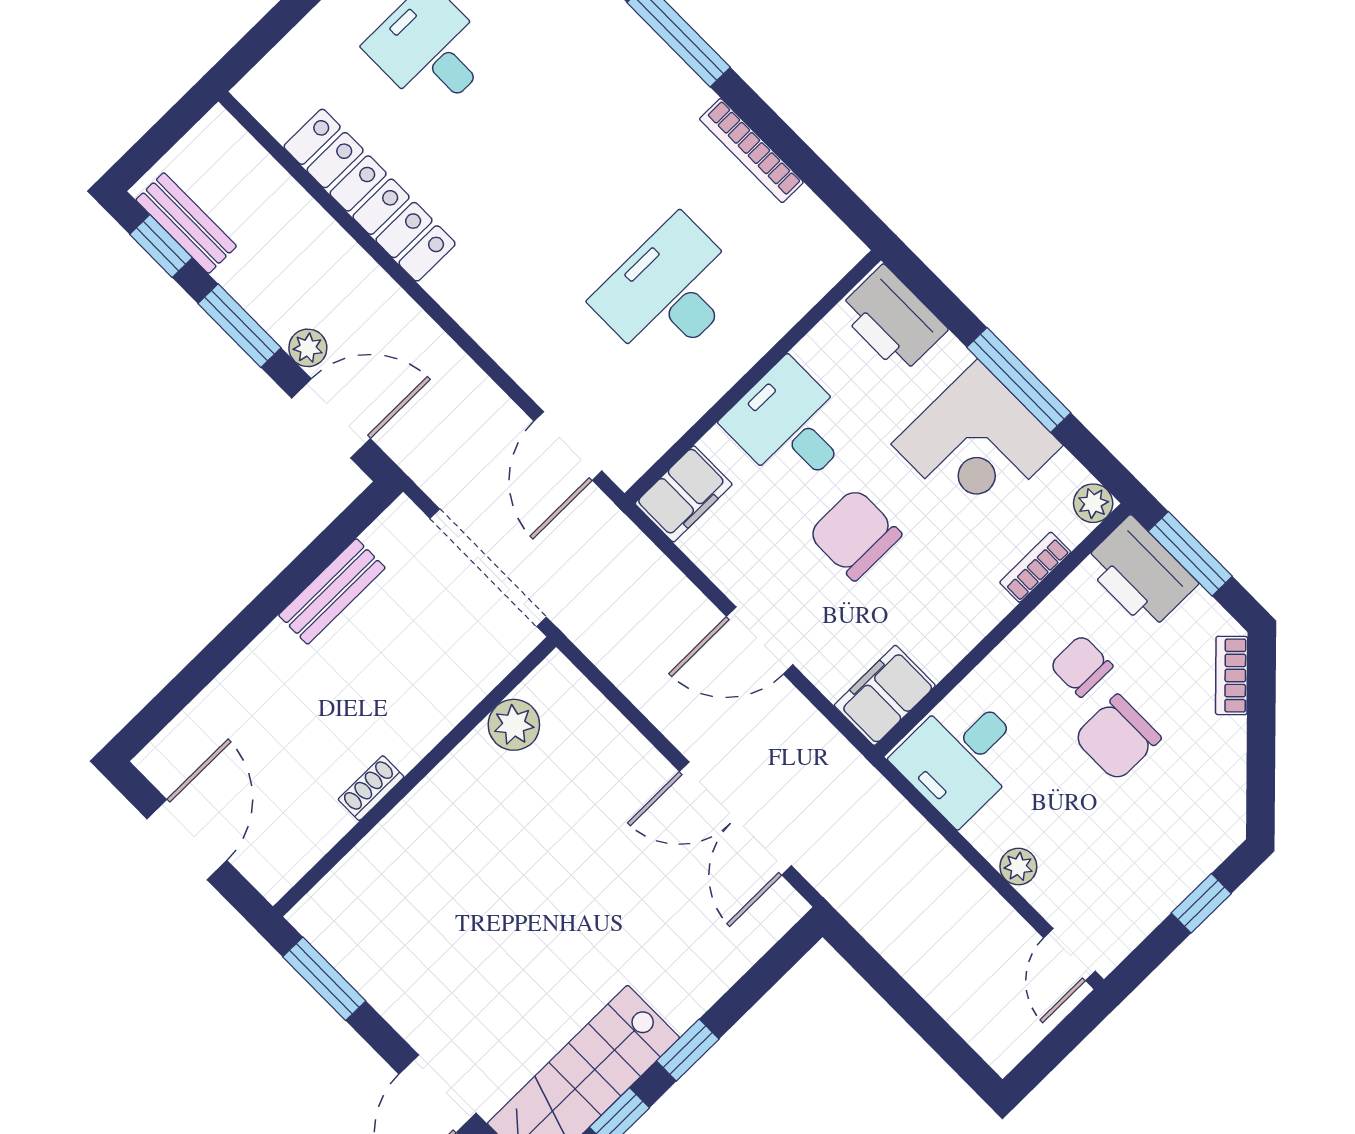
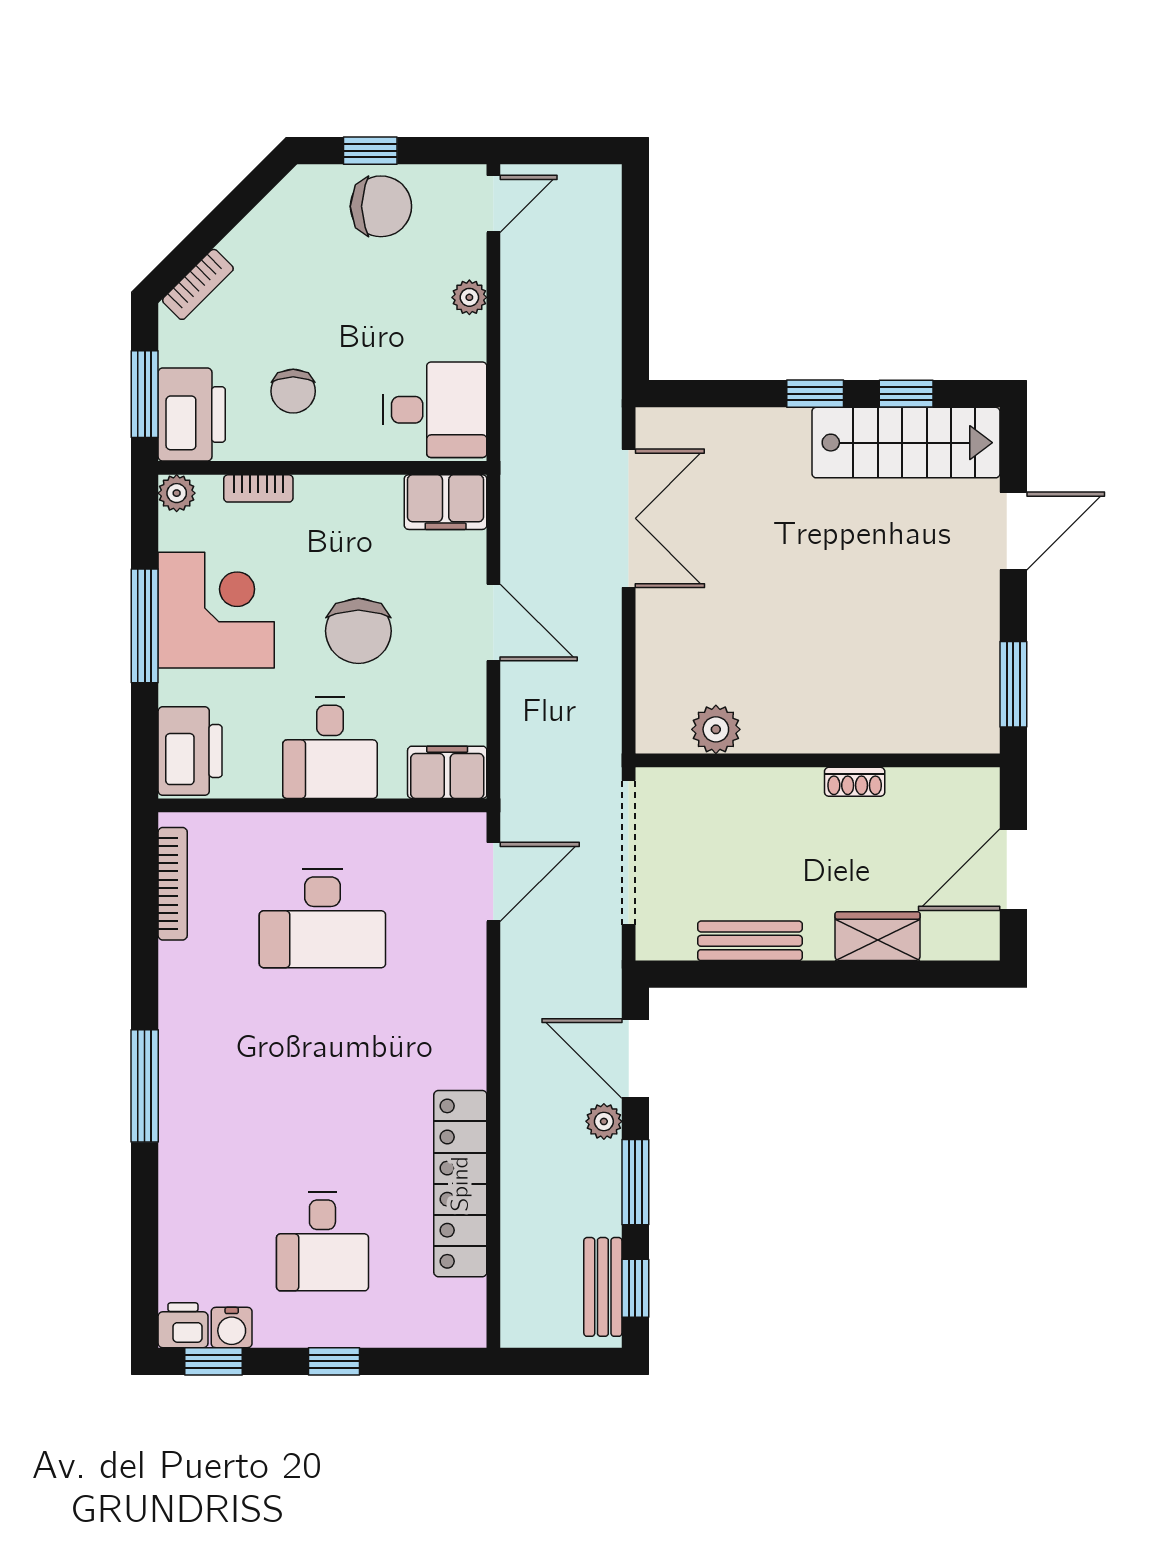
bookcase: (751, 151) -> (173, 884), moved
wardrobe: (240, 689) -> (878, 936), added
chair: (1117, 738) -> (381, 206), moved

